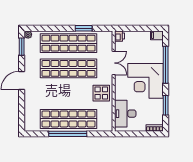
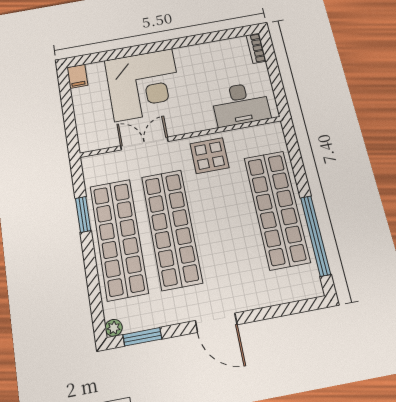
printer: (120, 36) -> (89, 143), removed
window: (166, 65) -> (131, 51), removed
corner desk: (145, 81) -> (144, 85), moved
window: (166, 105) -> (208, 38), removed
window: (68, 134) -> (315, 236), moved

